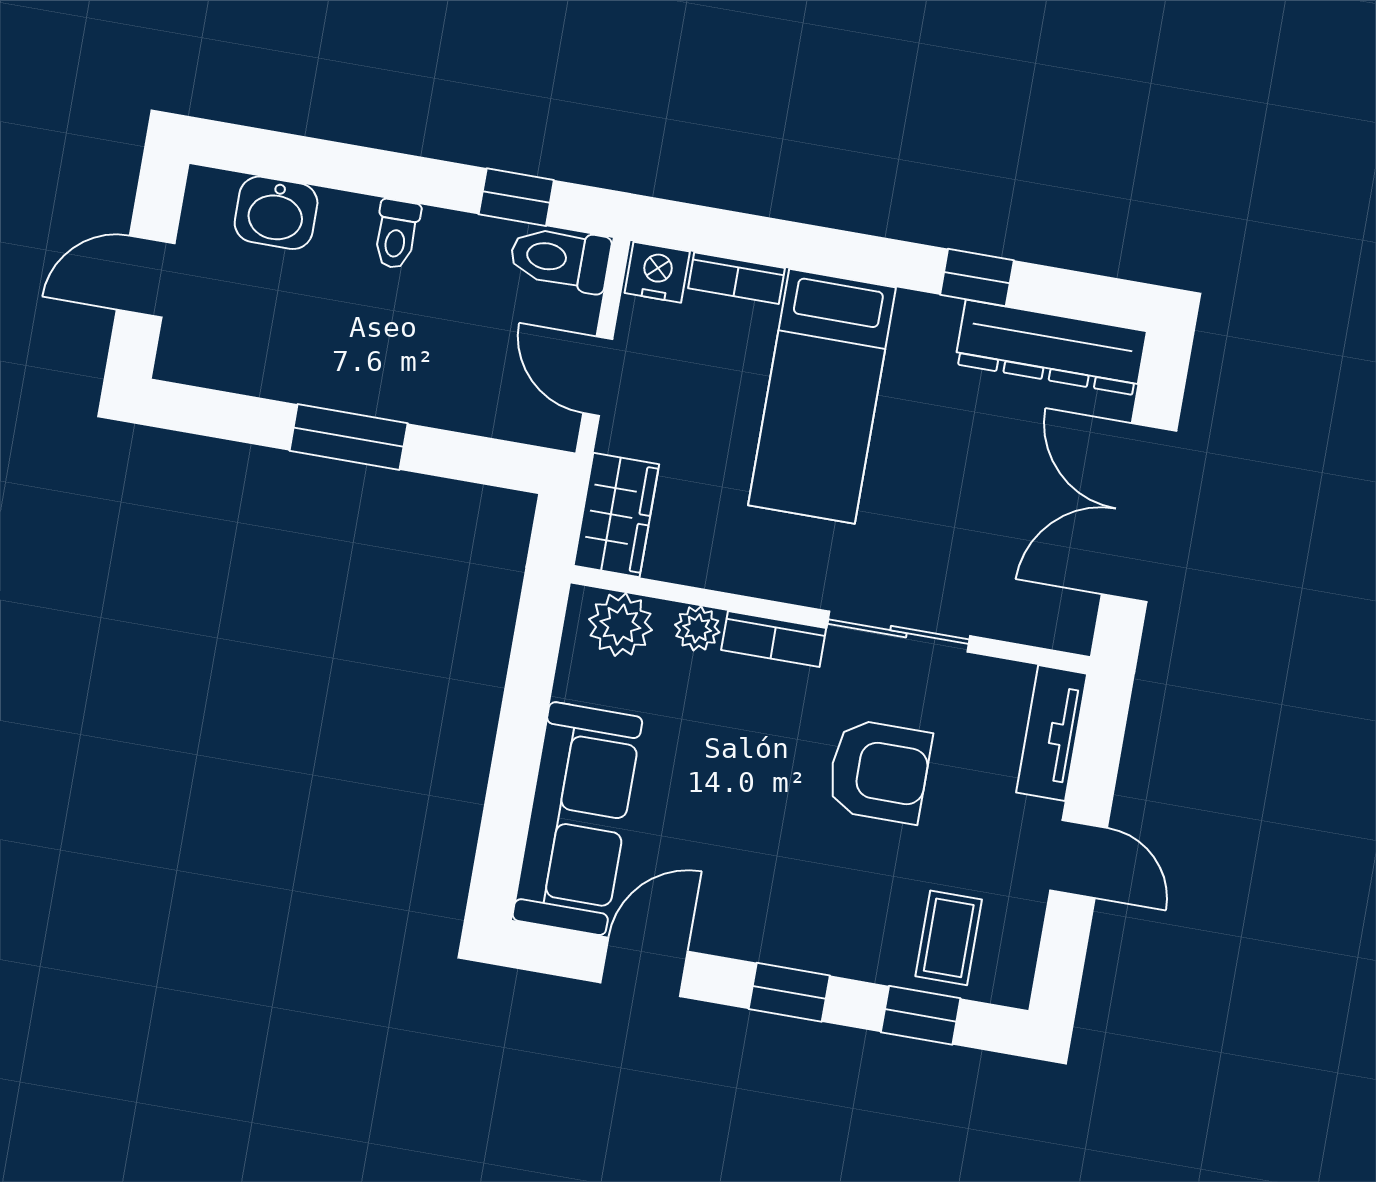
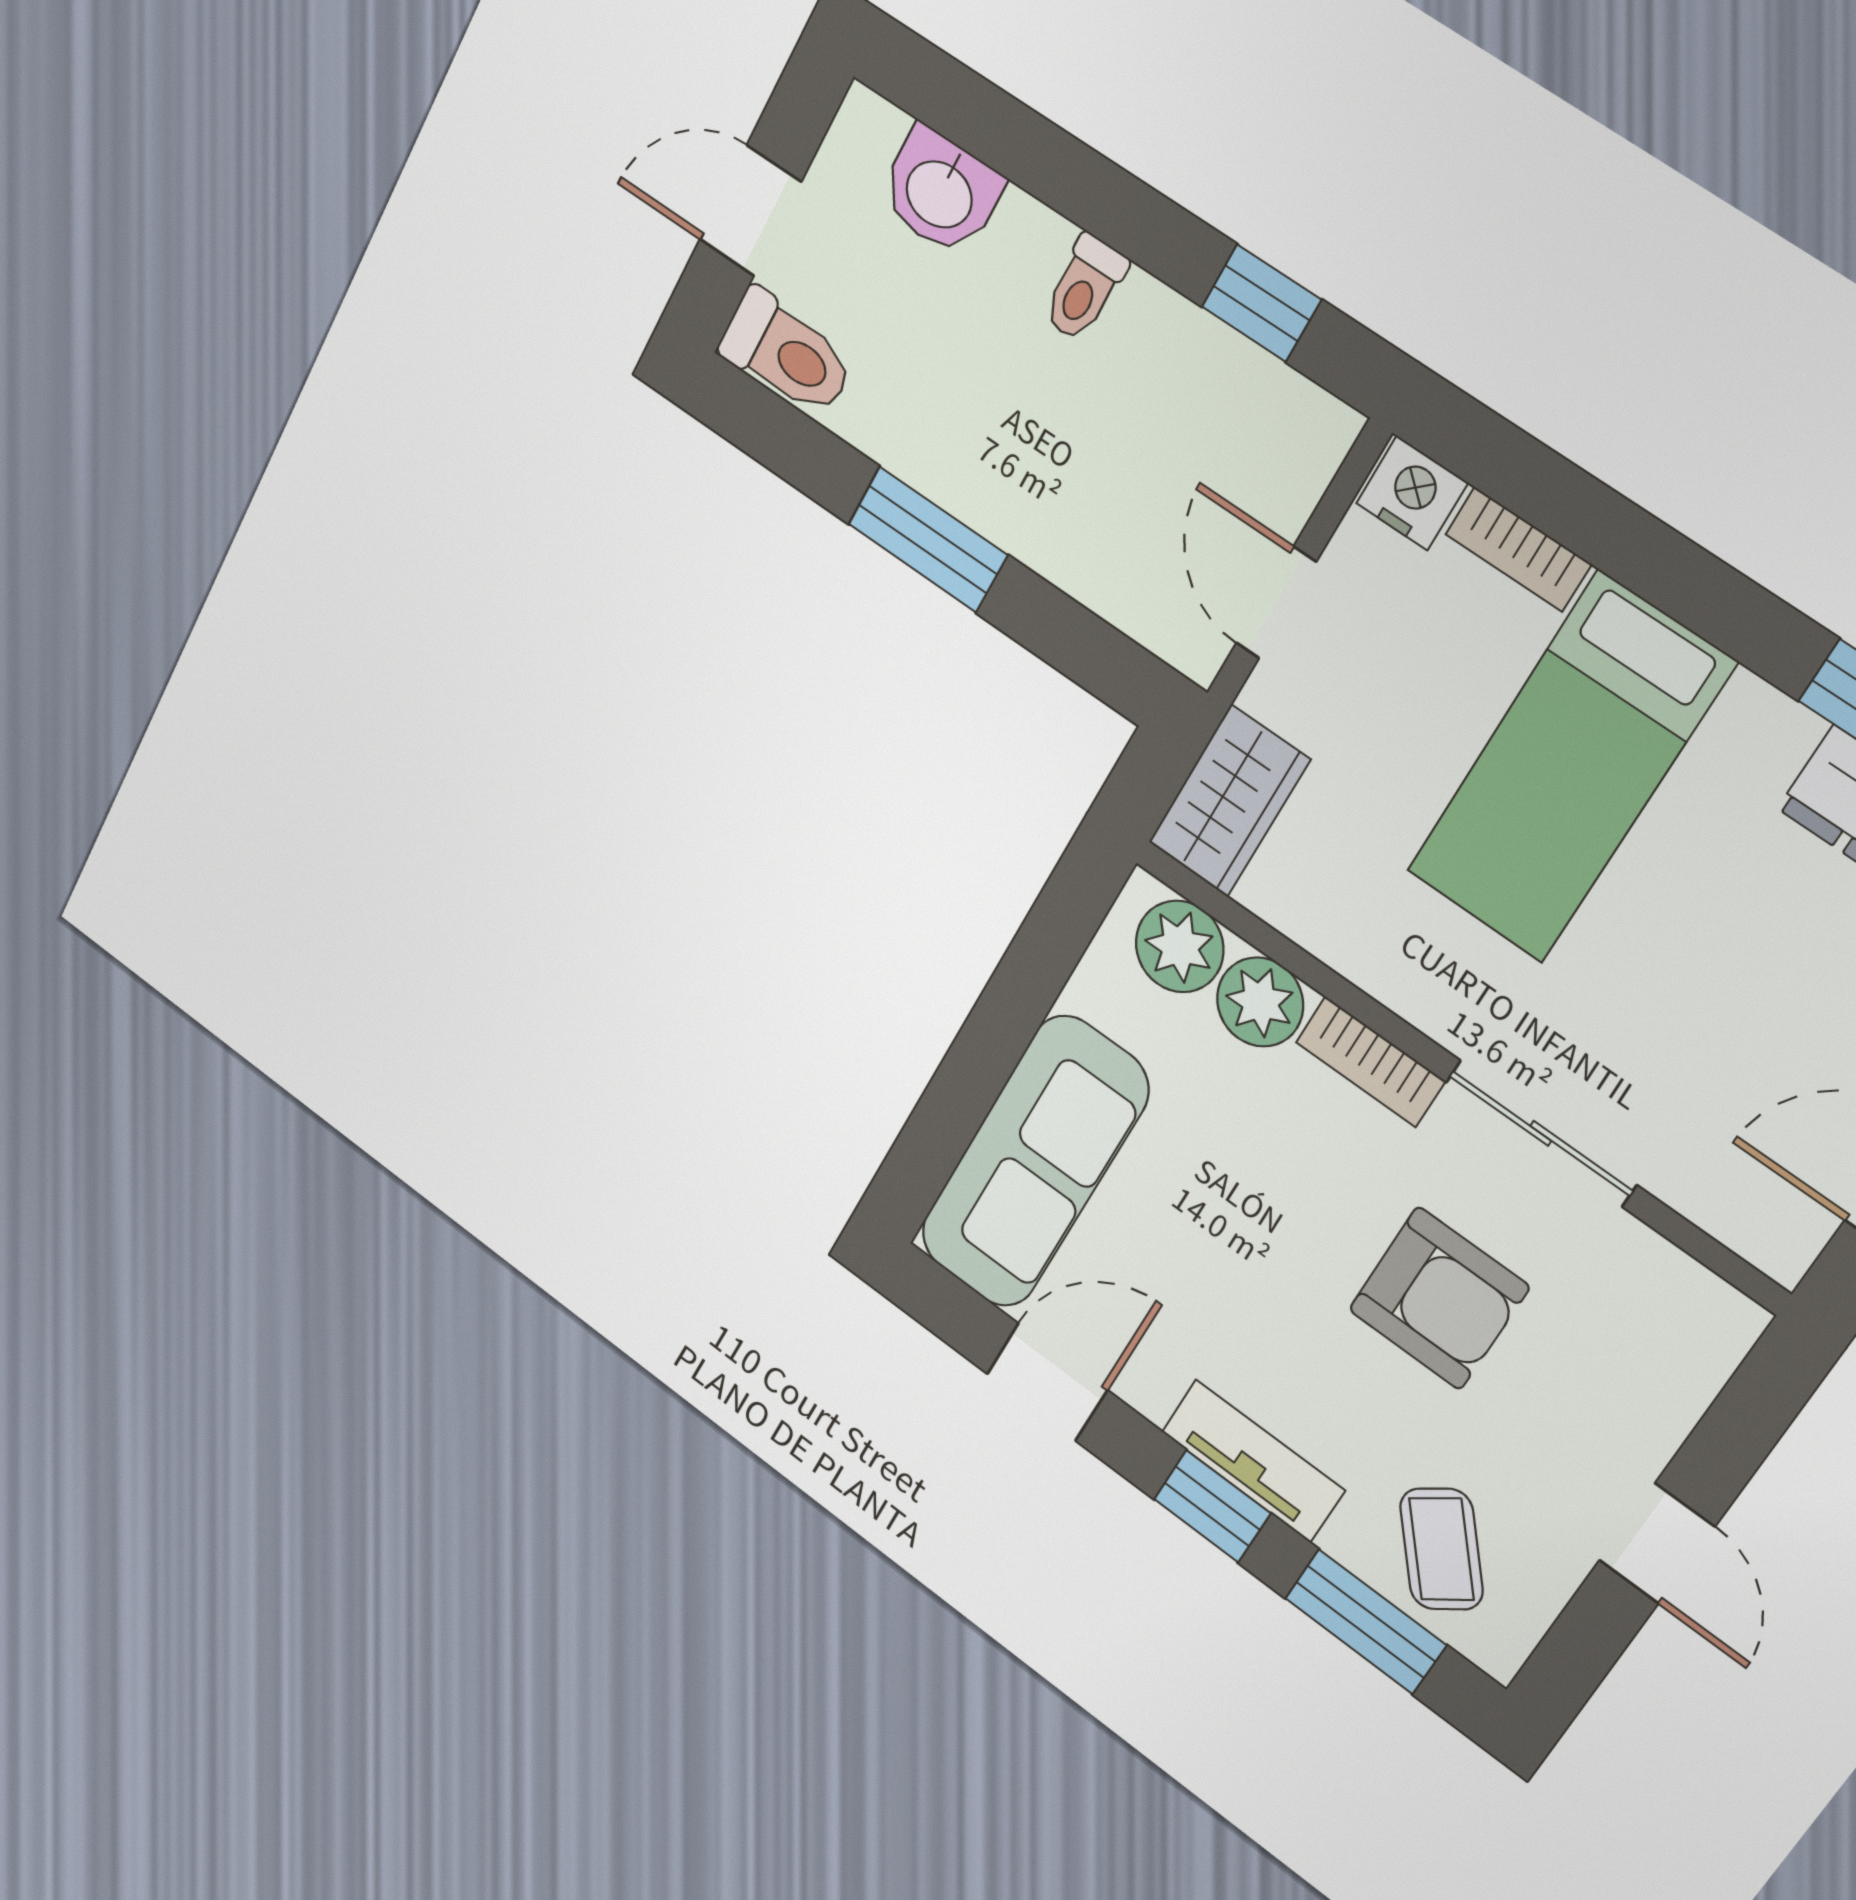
toilet: (560, 259) -> (787, 353), moved, turned 180
plant: (697, 628) -> (1260, 1002), width x1.38, depth x1.38
tv unit: (1052, 733) -> (1253, 1461), moved, turned 90
coffee table: (949, 938) -> (1441, 1549), turned -39
window: (921, 1015) -> (1366, 1622), width x1.50

